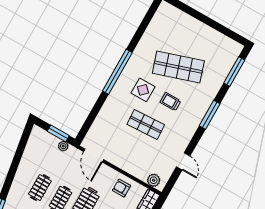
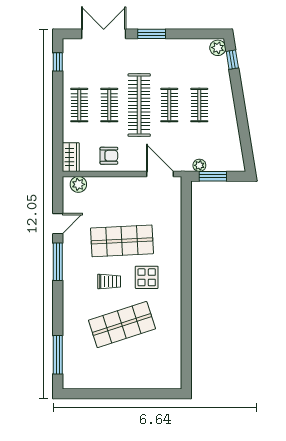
window: (117, 72) -> (186, 281), removed
window: (210, 115) -> (58, 262), moved
shop shelf: (146, 125) -> (122, 241), width x1.43, depth x1.36
door: (183, 161) -> (58, 224), swing flipped

